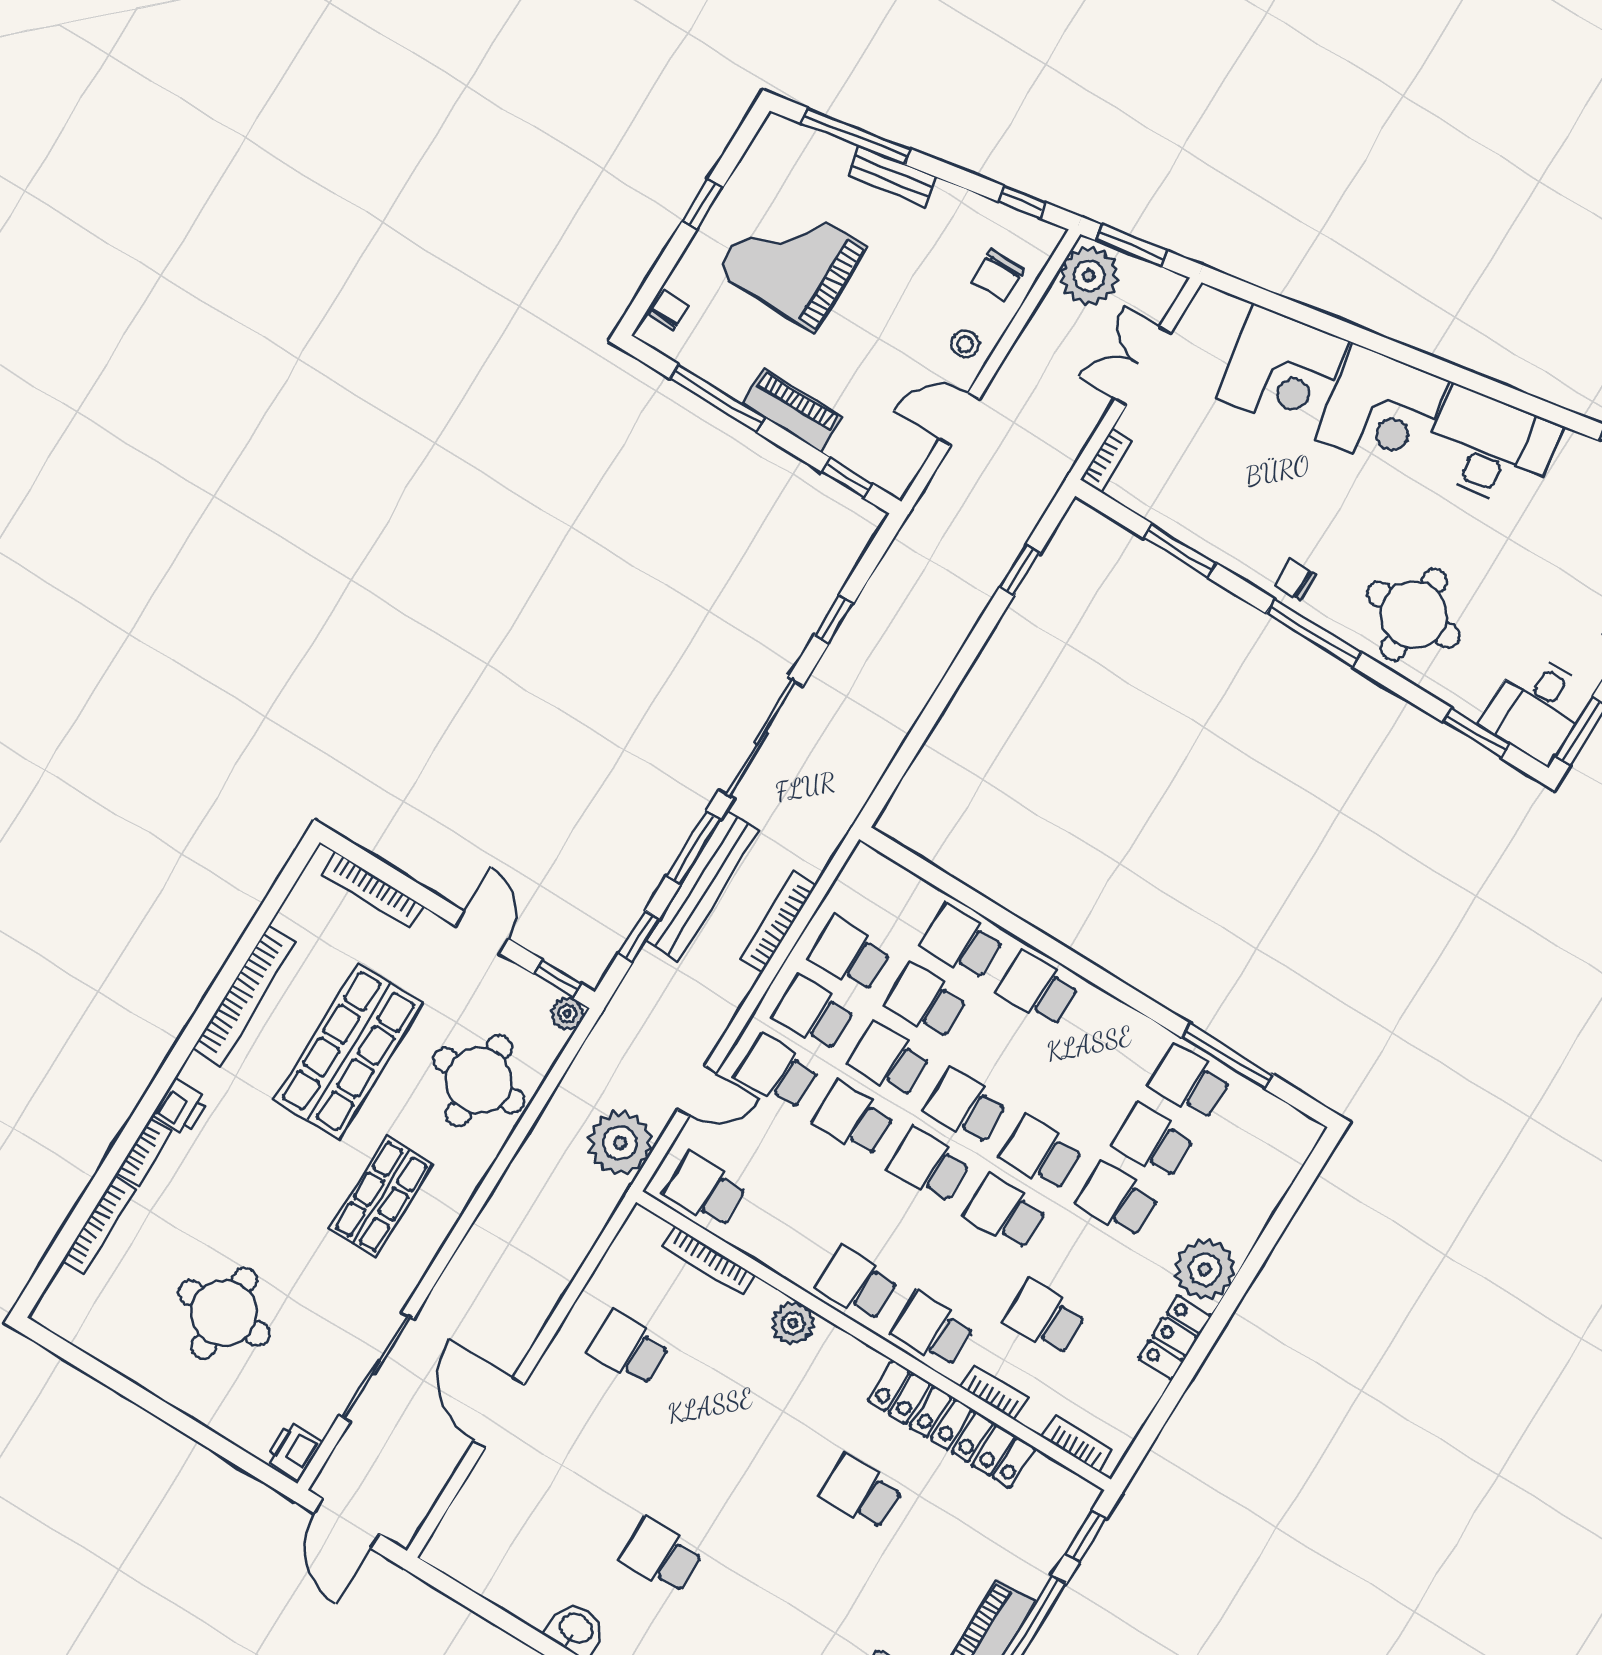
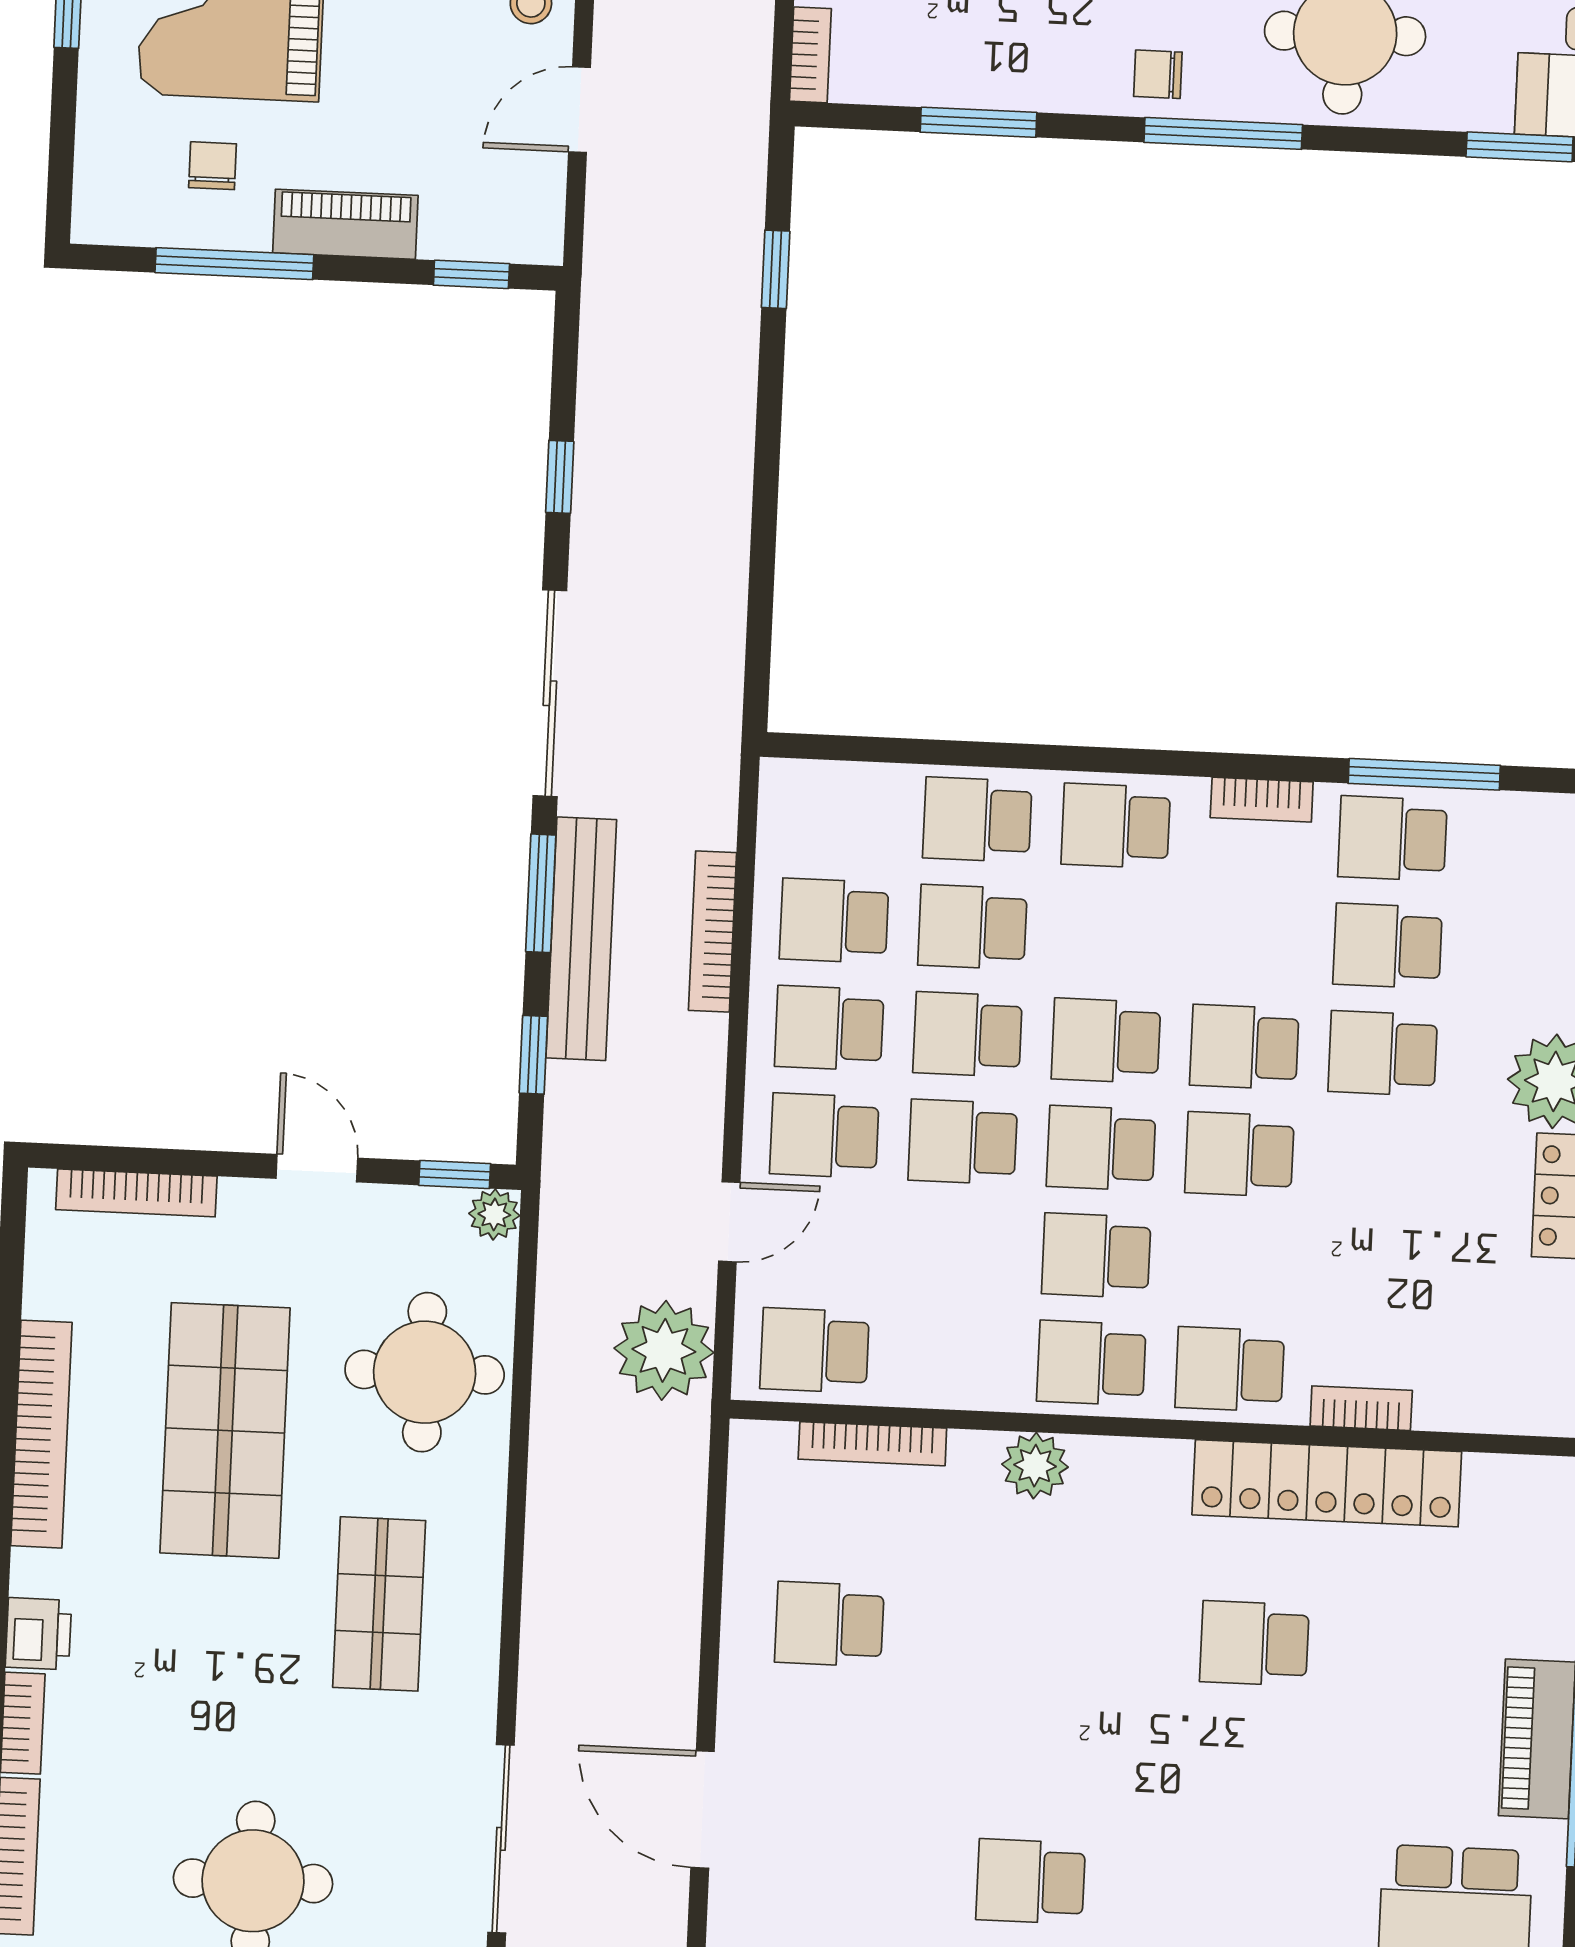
chair: (669, 310) -> (213, 166), moved
school desk: (1044, 1318) -> (1096, 1256), moved
bookcase: (1077, 1444) -> (1262, 800), moved, turned 180

